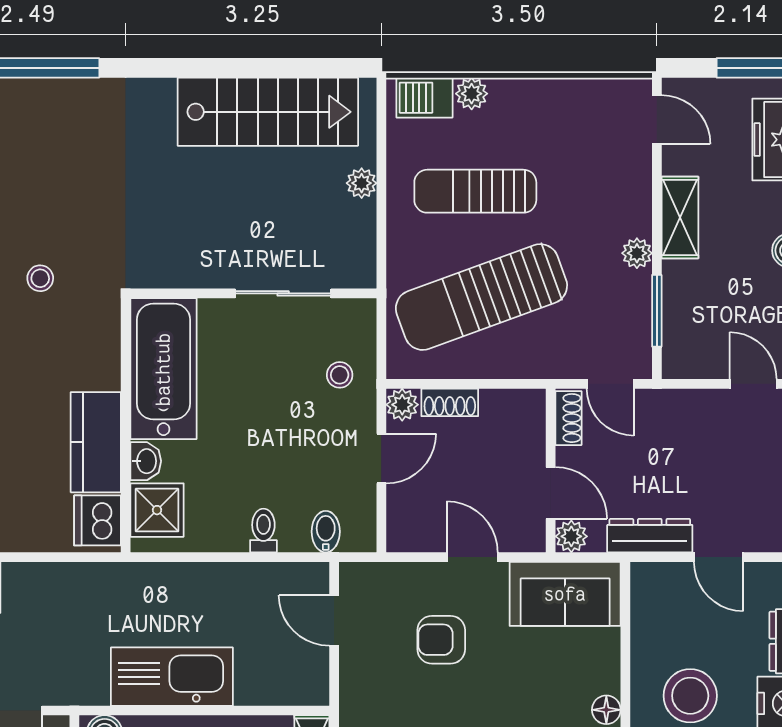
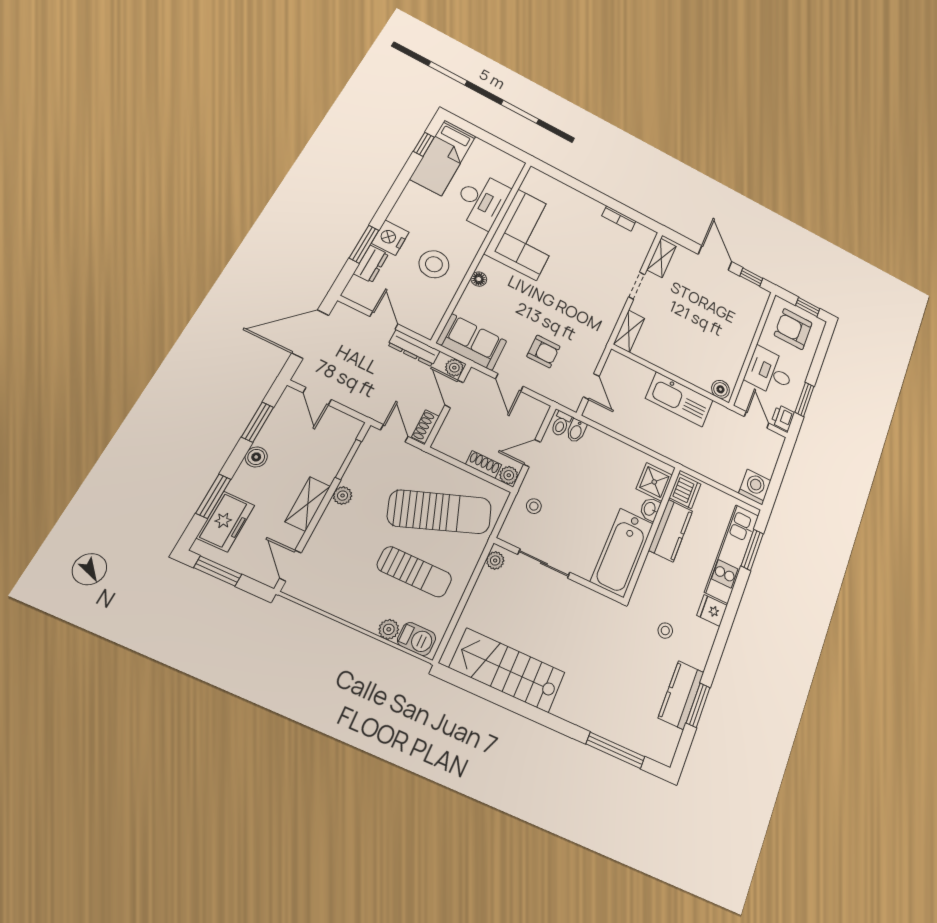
plant: (362, 183) -> (495, 560), moved
toilet: (263, 530) -> (561, 424), moved

